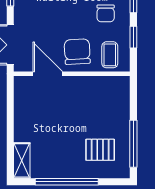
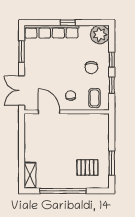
chair: (77, 52) -> (71, 96), width x0.54, depth x0.54
window: (133, 144) -> (112, 163), width x0.69

